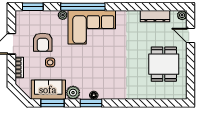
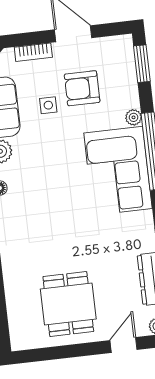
dining table: (164, 64) -> (68, 304), turned 90

